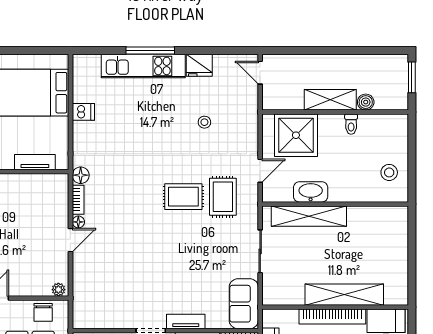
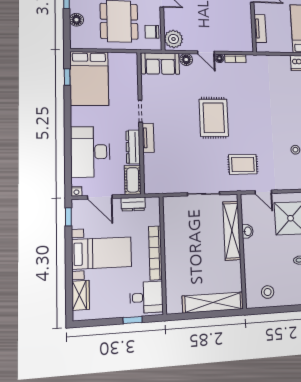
floor lamp: (81, 175) -> (186, 60), moved
washbasin: (311, 192) -> (248, 231), width x0.52, depth x0.69
rug: (183, 197) -> (214, 118), moved, width x1.36, depth x1.43
plant: (58, 290) -> (174, 39), width x1.88, depth x1.88
shelving: (344, 295) -> (213, 302), moved, turned 90
sofa: (244, 304) -> (160, 64), moved, turned 180

